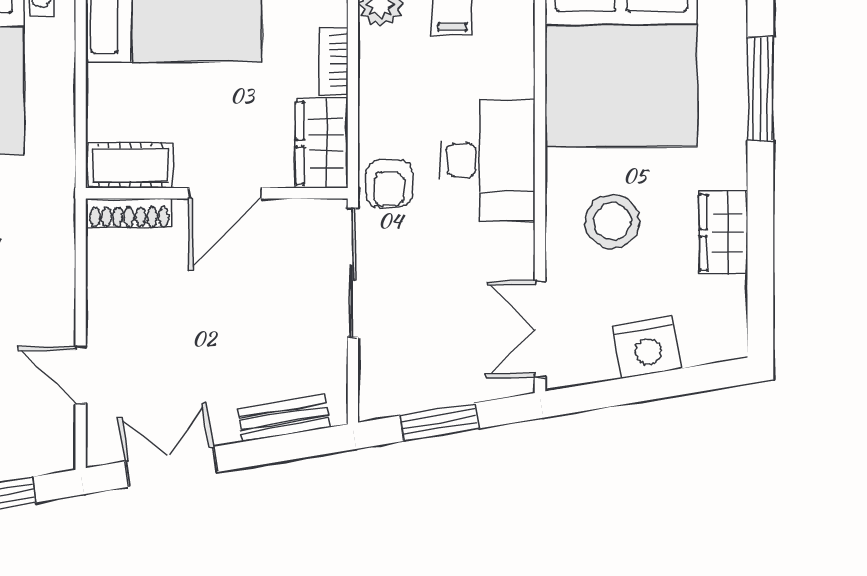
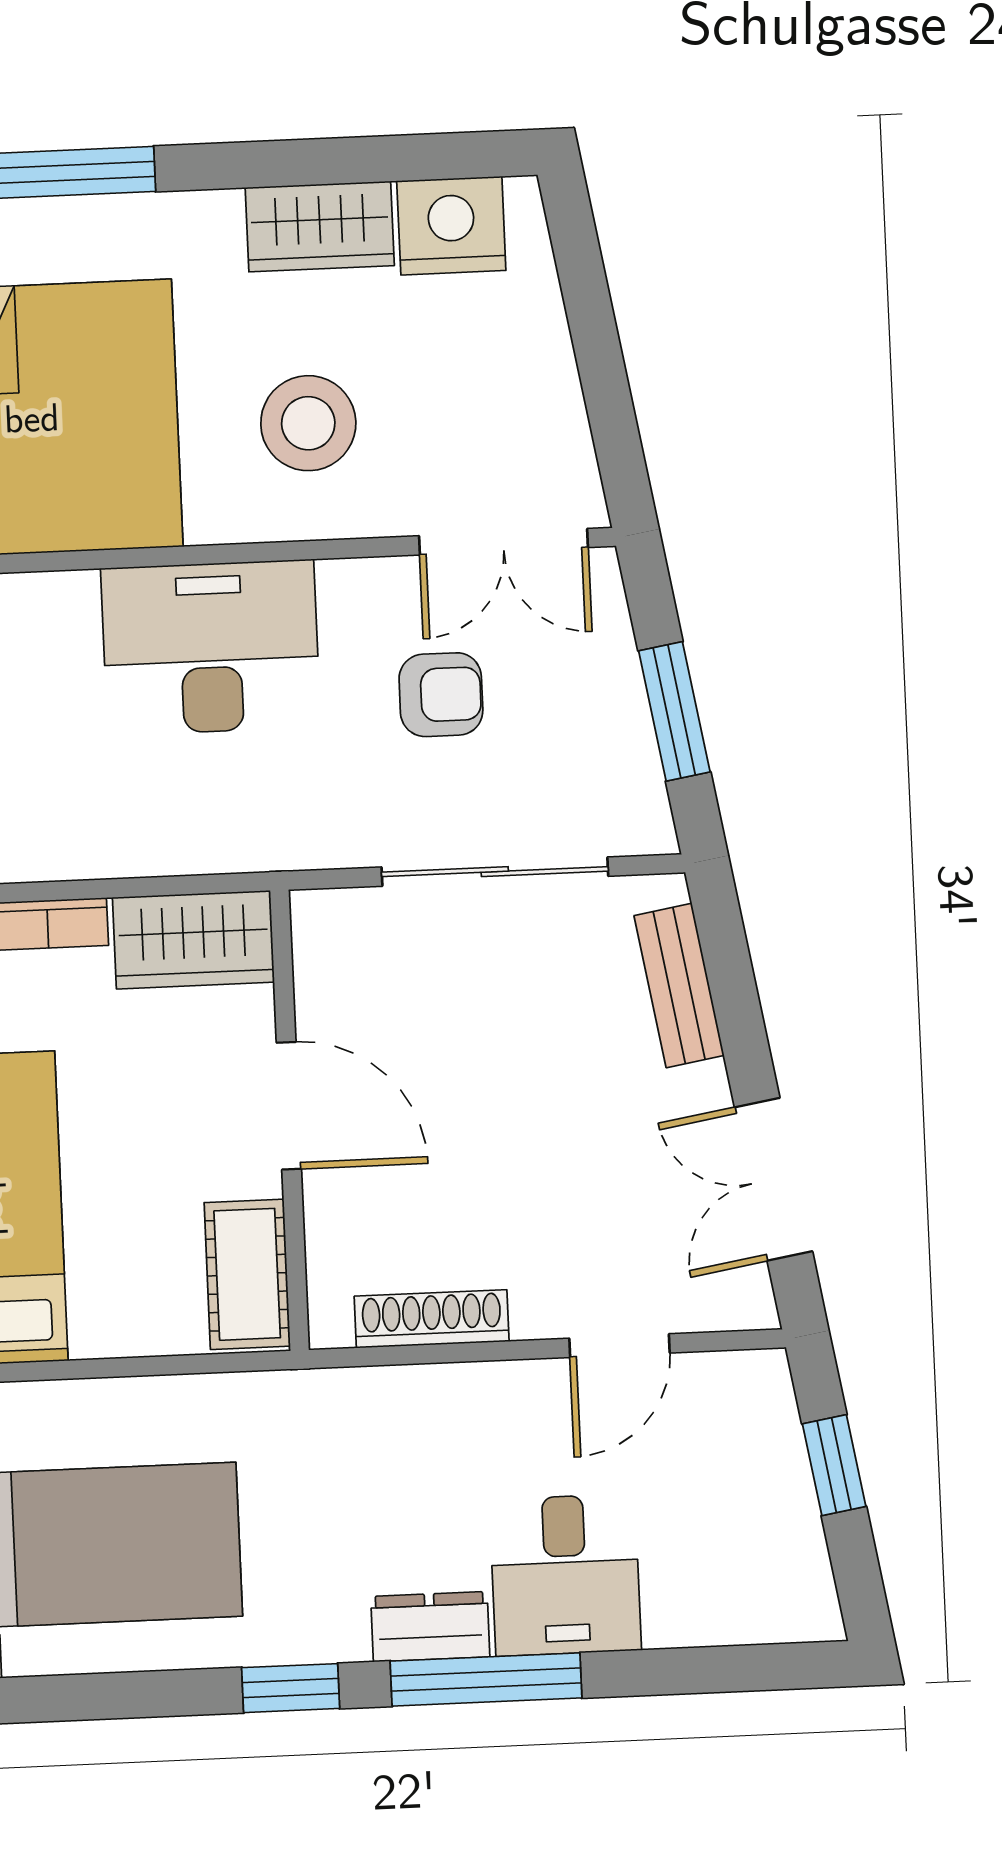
armchair: (389, 183) -> (441, 695), moved
shoe rack: (129, 213) -> (432, 1319), moved, turned -90
sliding door: (353, 272) -> (495, 872), moved
nightstand: (647, 347) -> (451, 226), moved, turned -81

